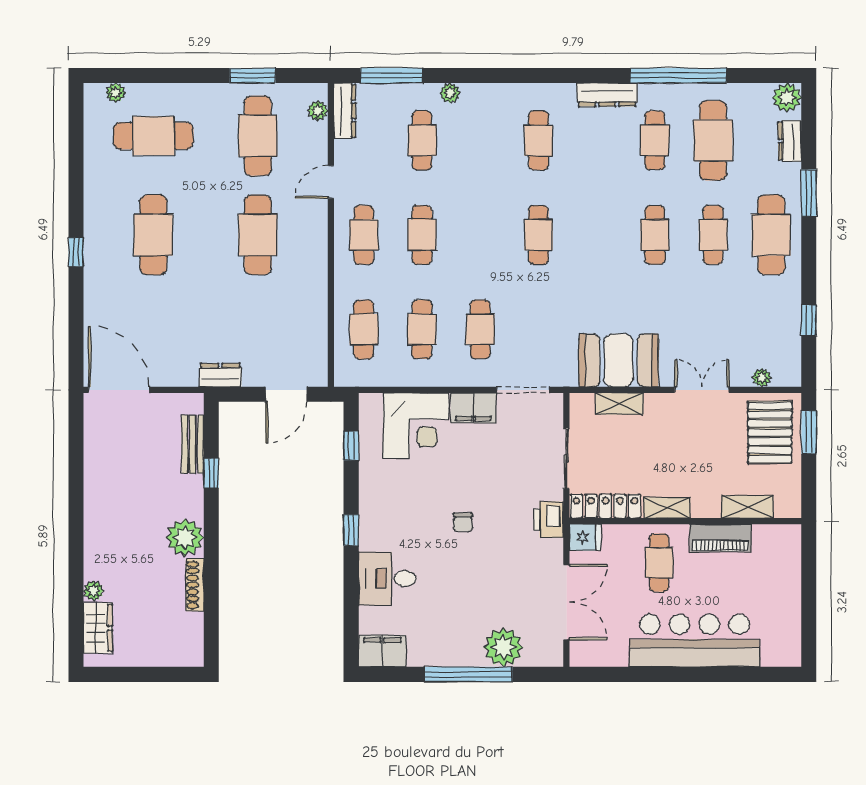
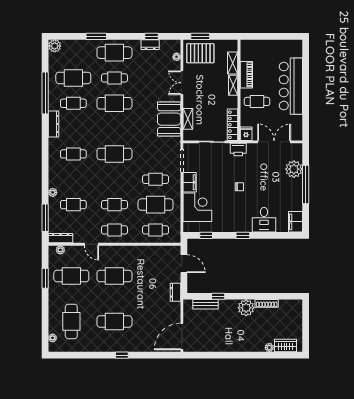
dresser: (790, 141) -> (150, 45), moved
cafe table: (538, 235) -> (114, 154), width x1.37, depth x1.35
cafe table: (655, 235) -> (114, 103), width x1.37, depth x1.35
cafe table: (422, 329) -> (156, 205), width x1.37, depth x1.35
shelving: (667, 508) -> (233, 85), moved

